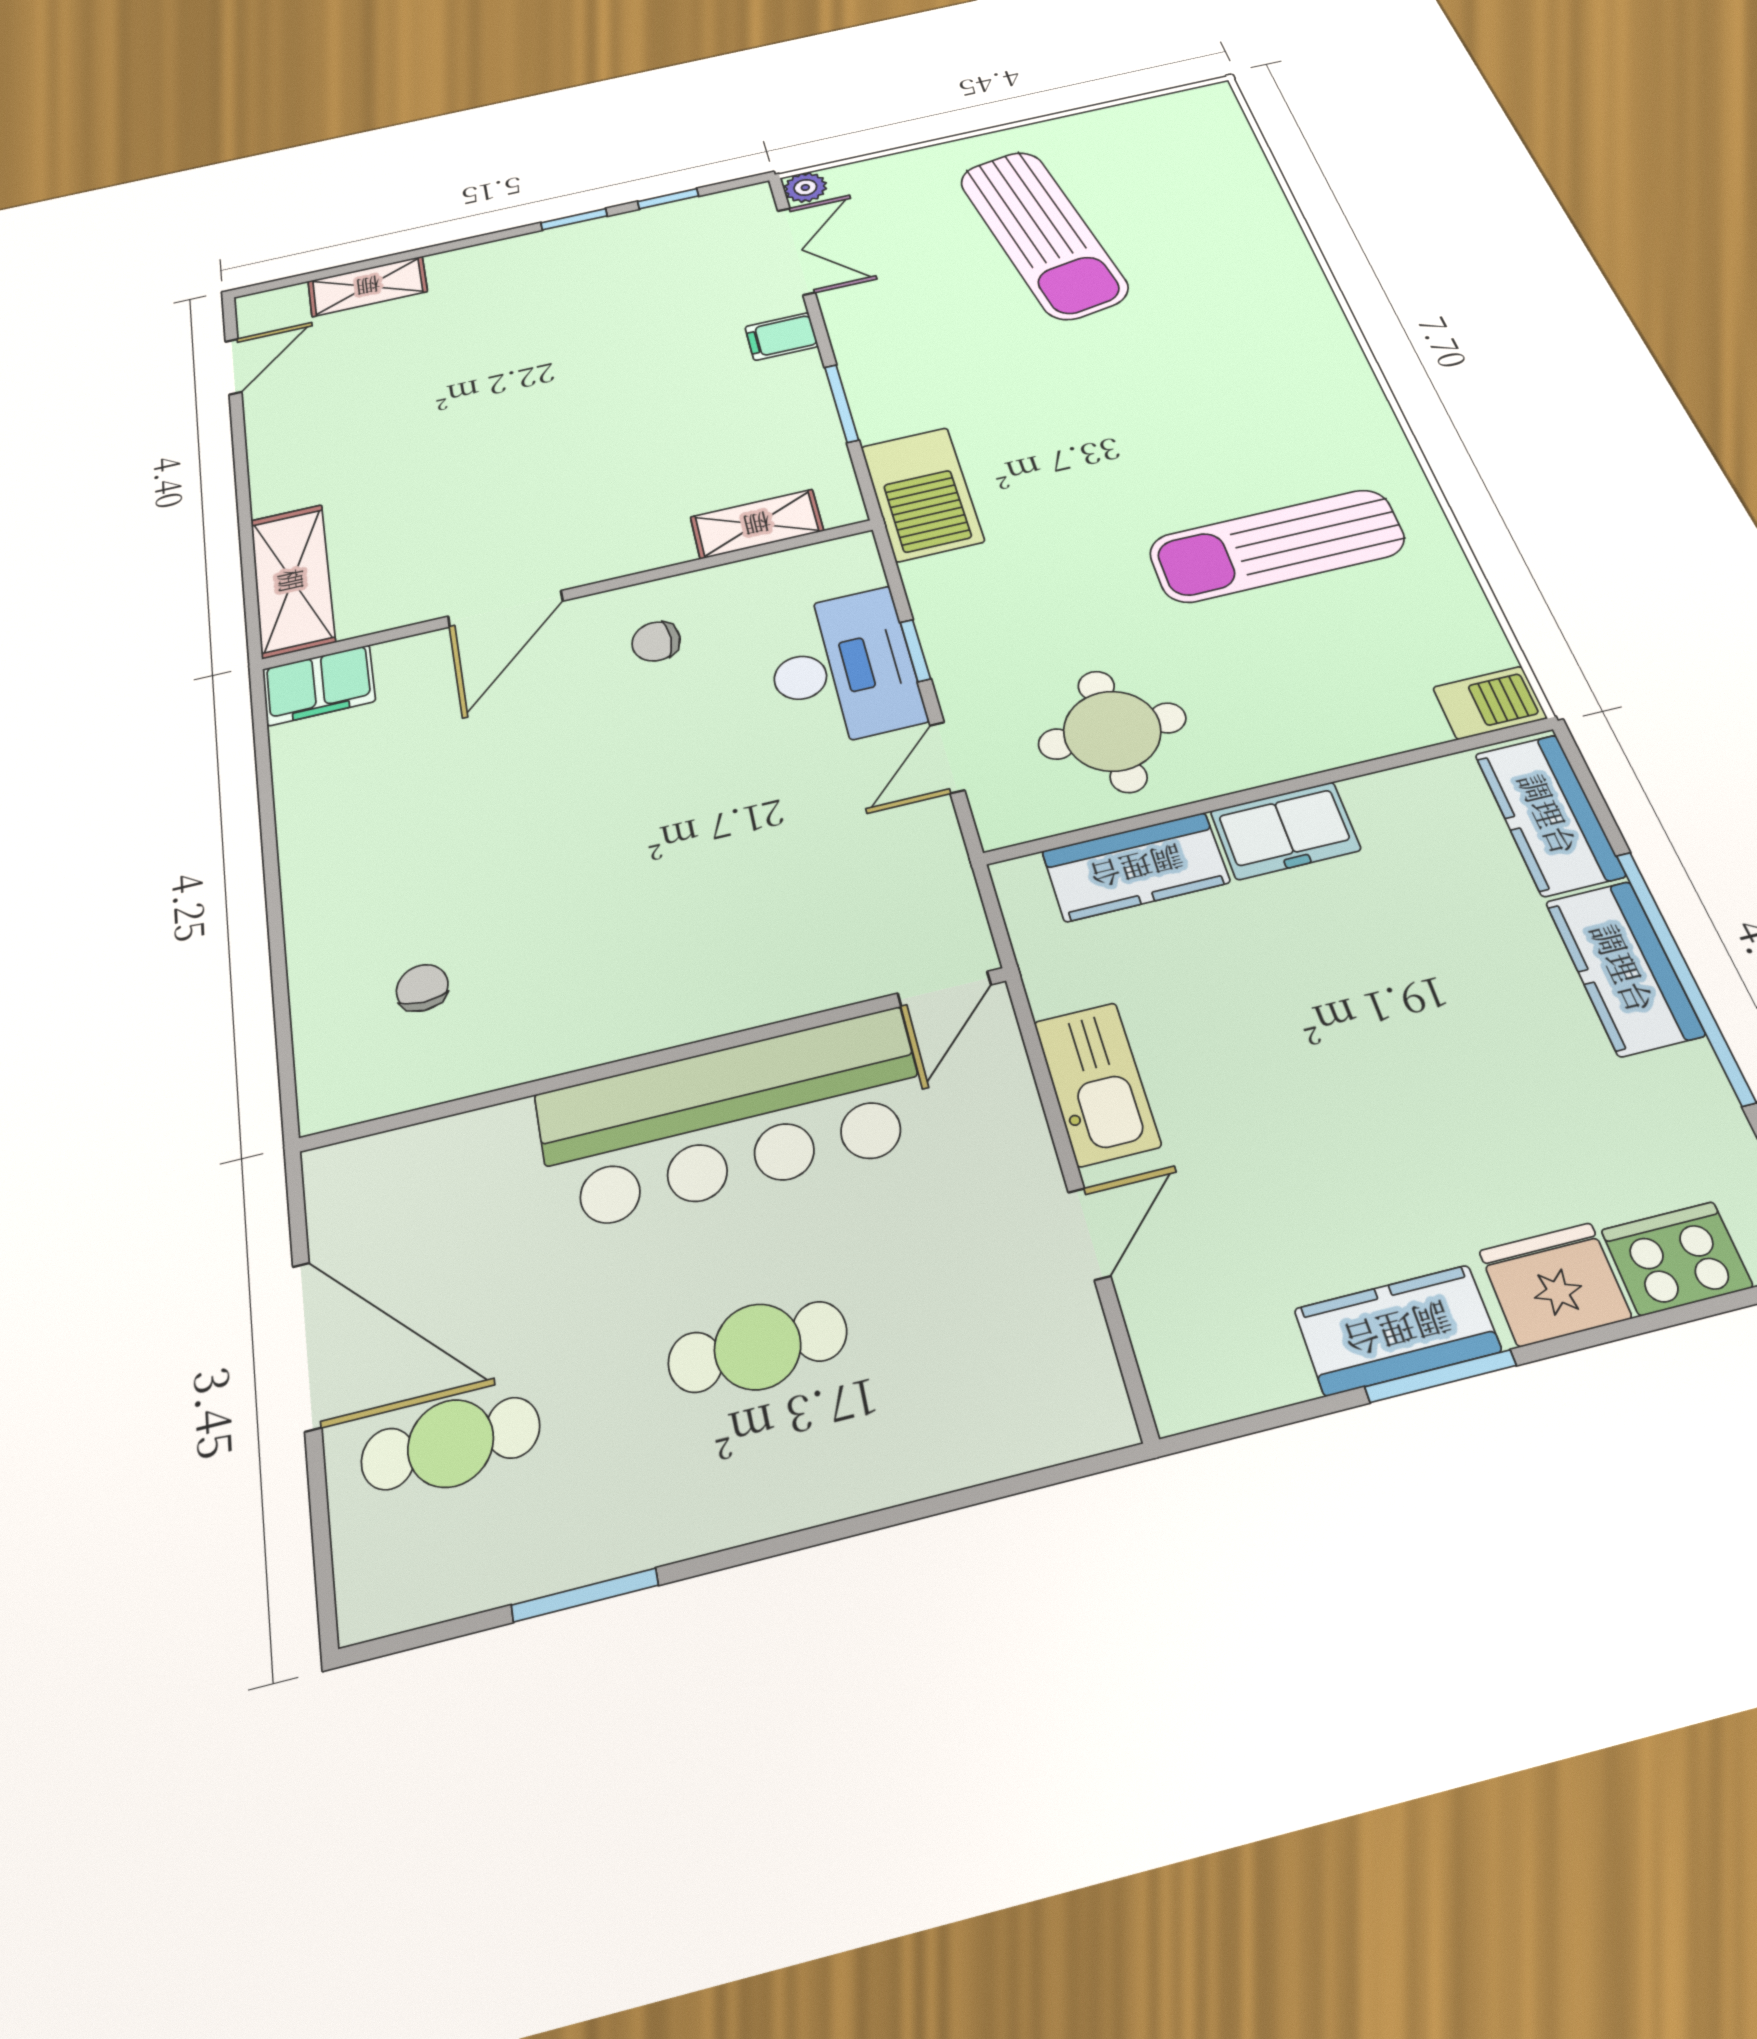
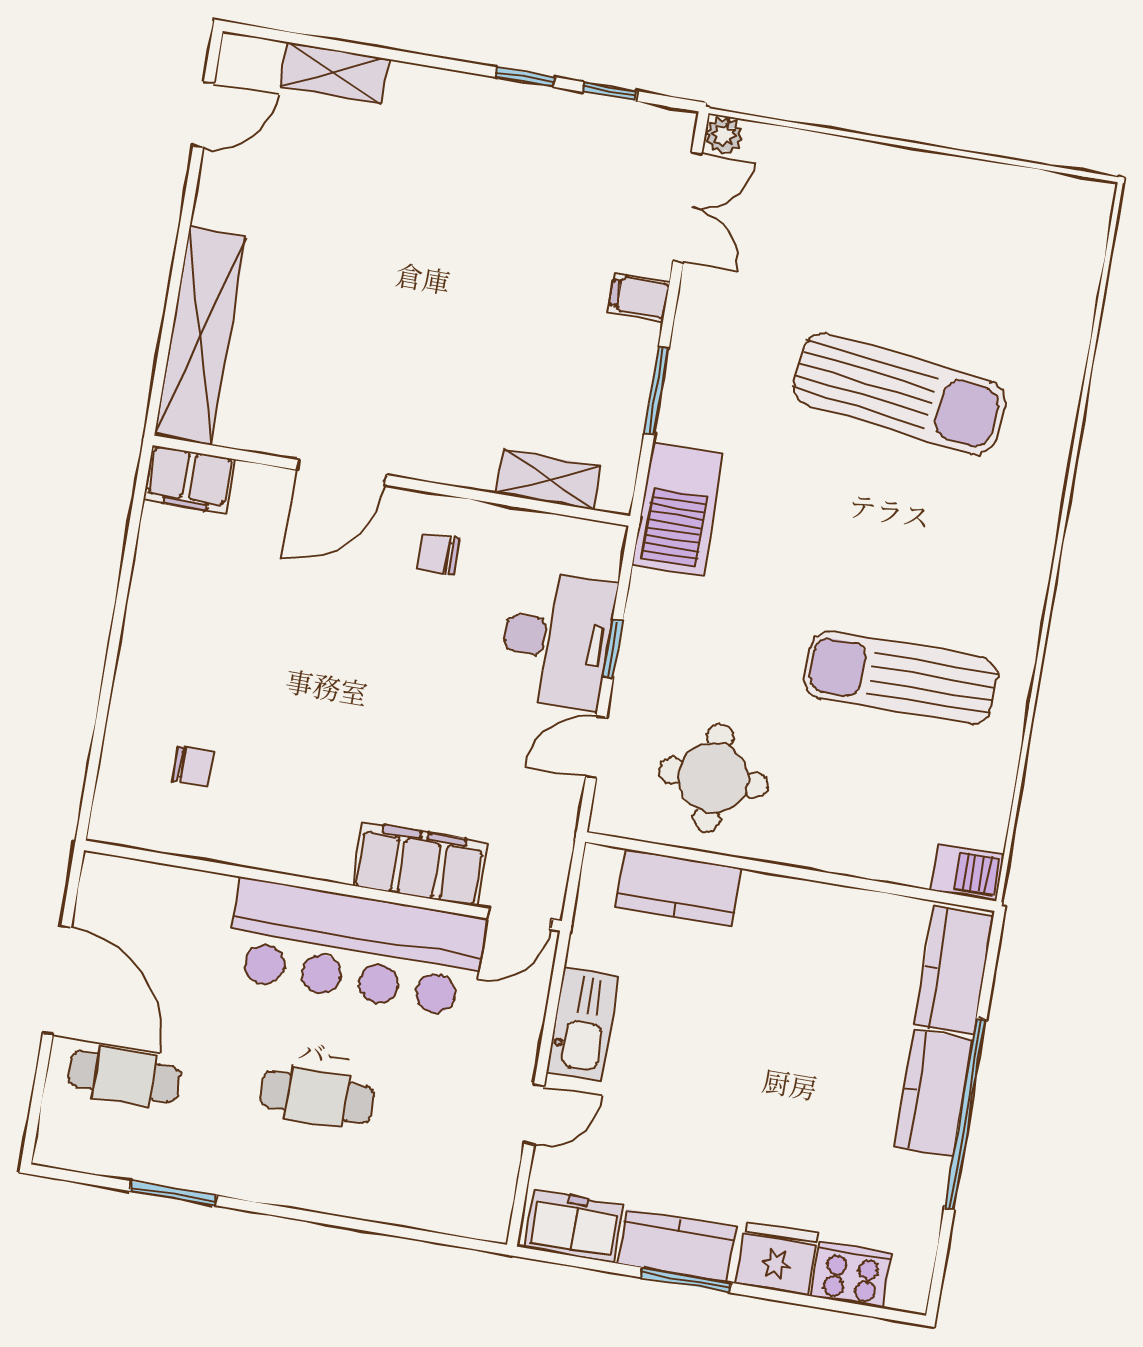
sun lounger: (1043, 234) -> (899, 394), moved, turned -73
shelving: (292, 580) -> (200, 336), width x1.47
freezer: (1285, 831) -> (574, 1226), moved, turned 180
filing cabinet: (778, 979) -> (420, 864), added
chair: (422, 988) -> (192, 766), turned 90

